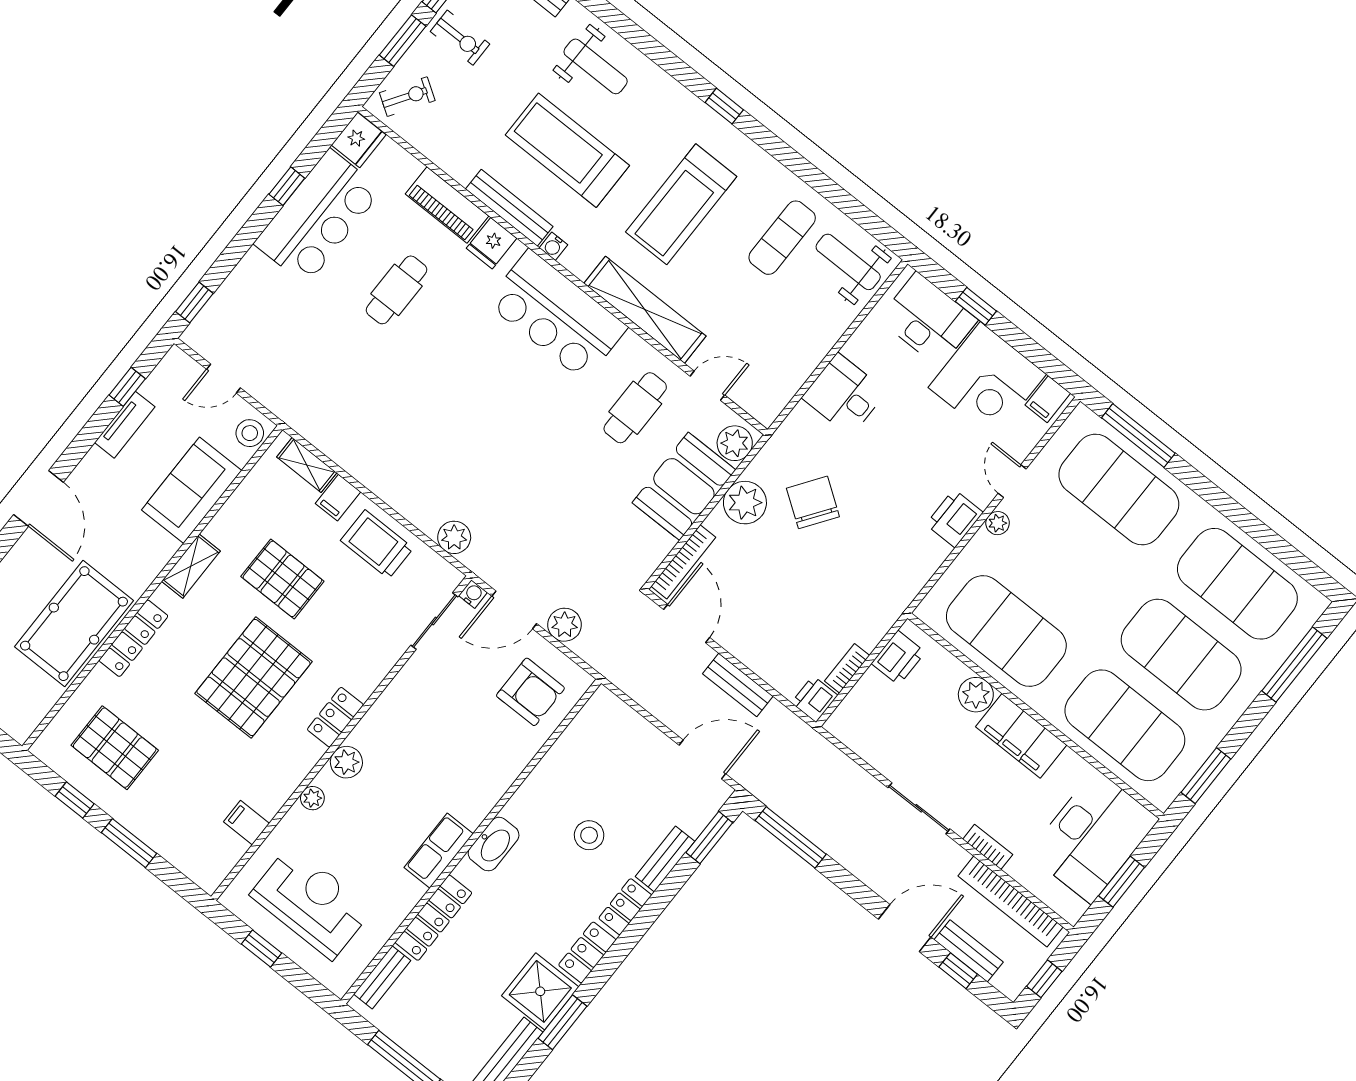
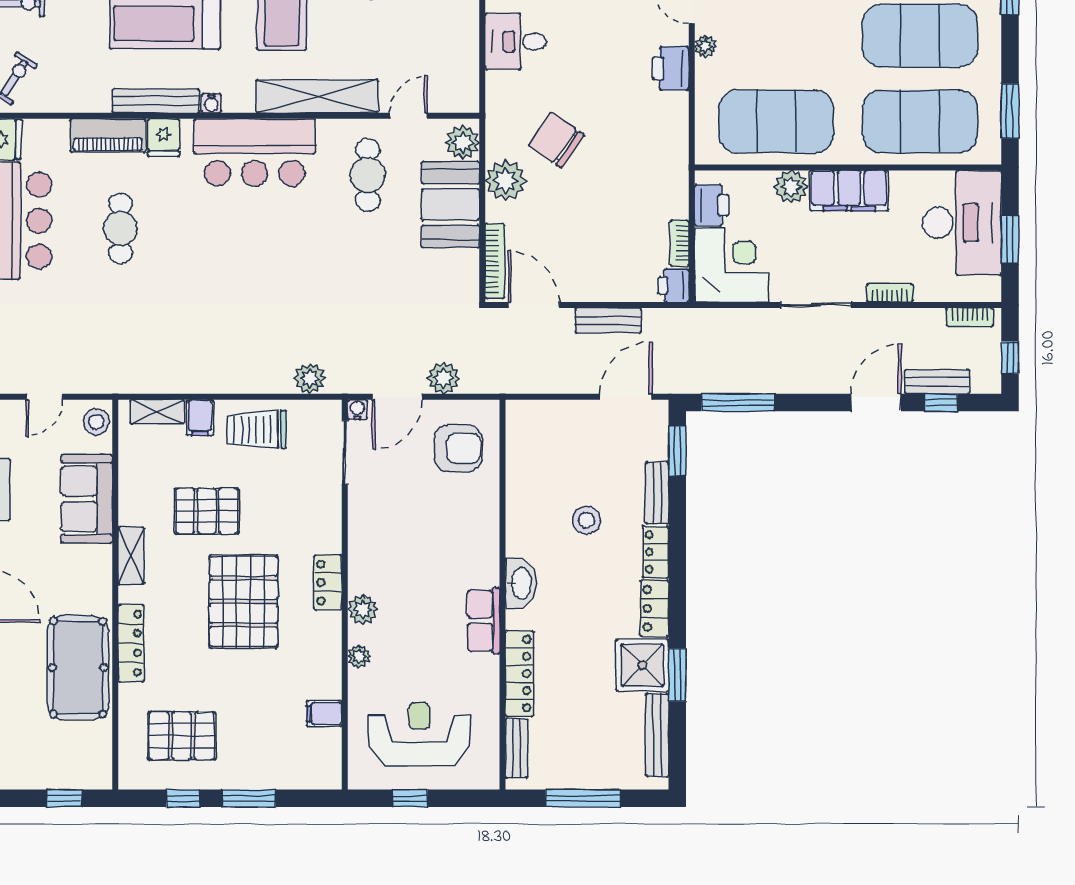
corner desk: (876, 720) -> (732, 265), added
bookcase: (1010, 902) -> (970, 317), width x0.43, depth x0.76

